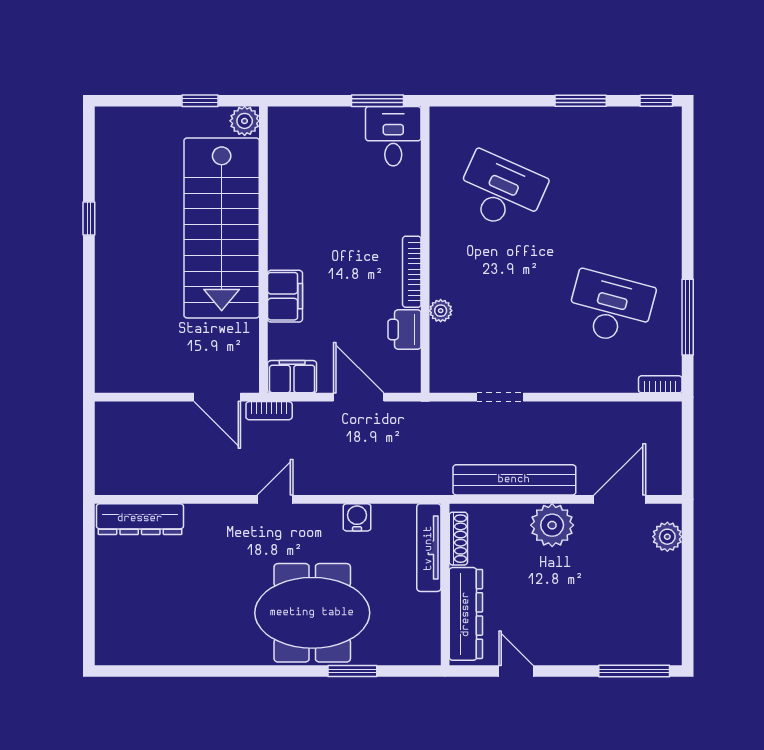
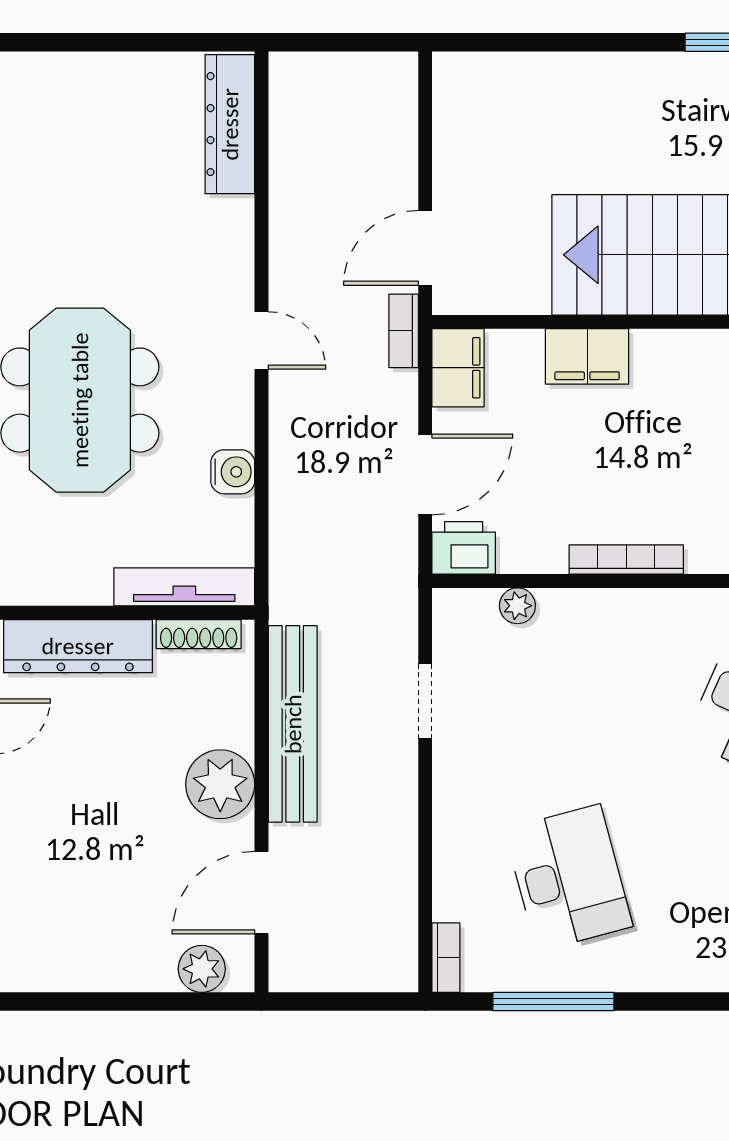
desk: (610, 308) -> (569, 878), turned -30
plant: (441, 311) -> (517, 606), moved
printer: (405, 329) -> (464, 548), moved
door: (620, 499) -> (262, 893), swing flipped

